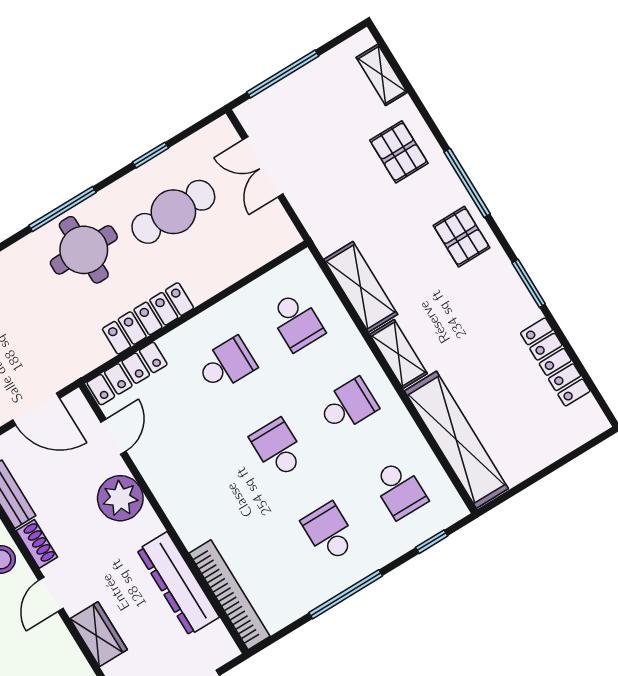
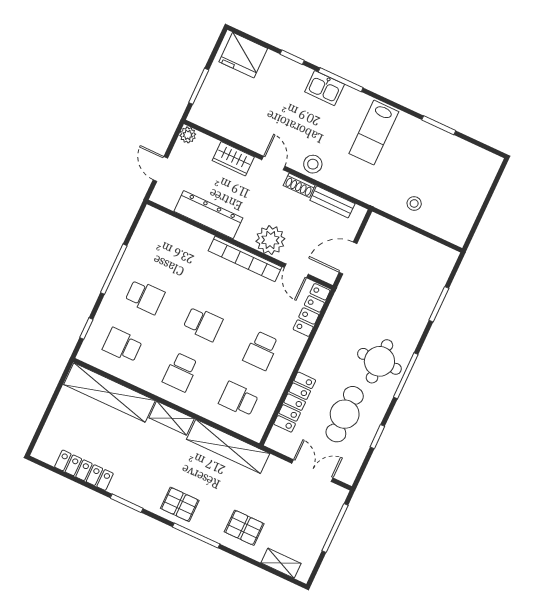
shelving: (361, 287) -> (228, 446), width x1.47
locker: (148, 318) -> (295, 402), moved
bookcase: (230, 595) -> (245, 259), moved

